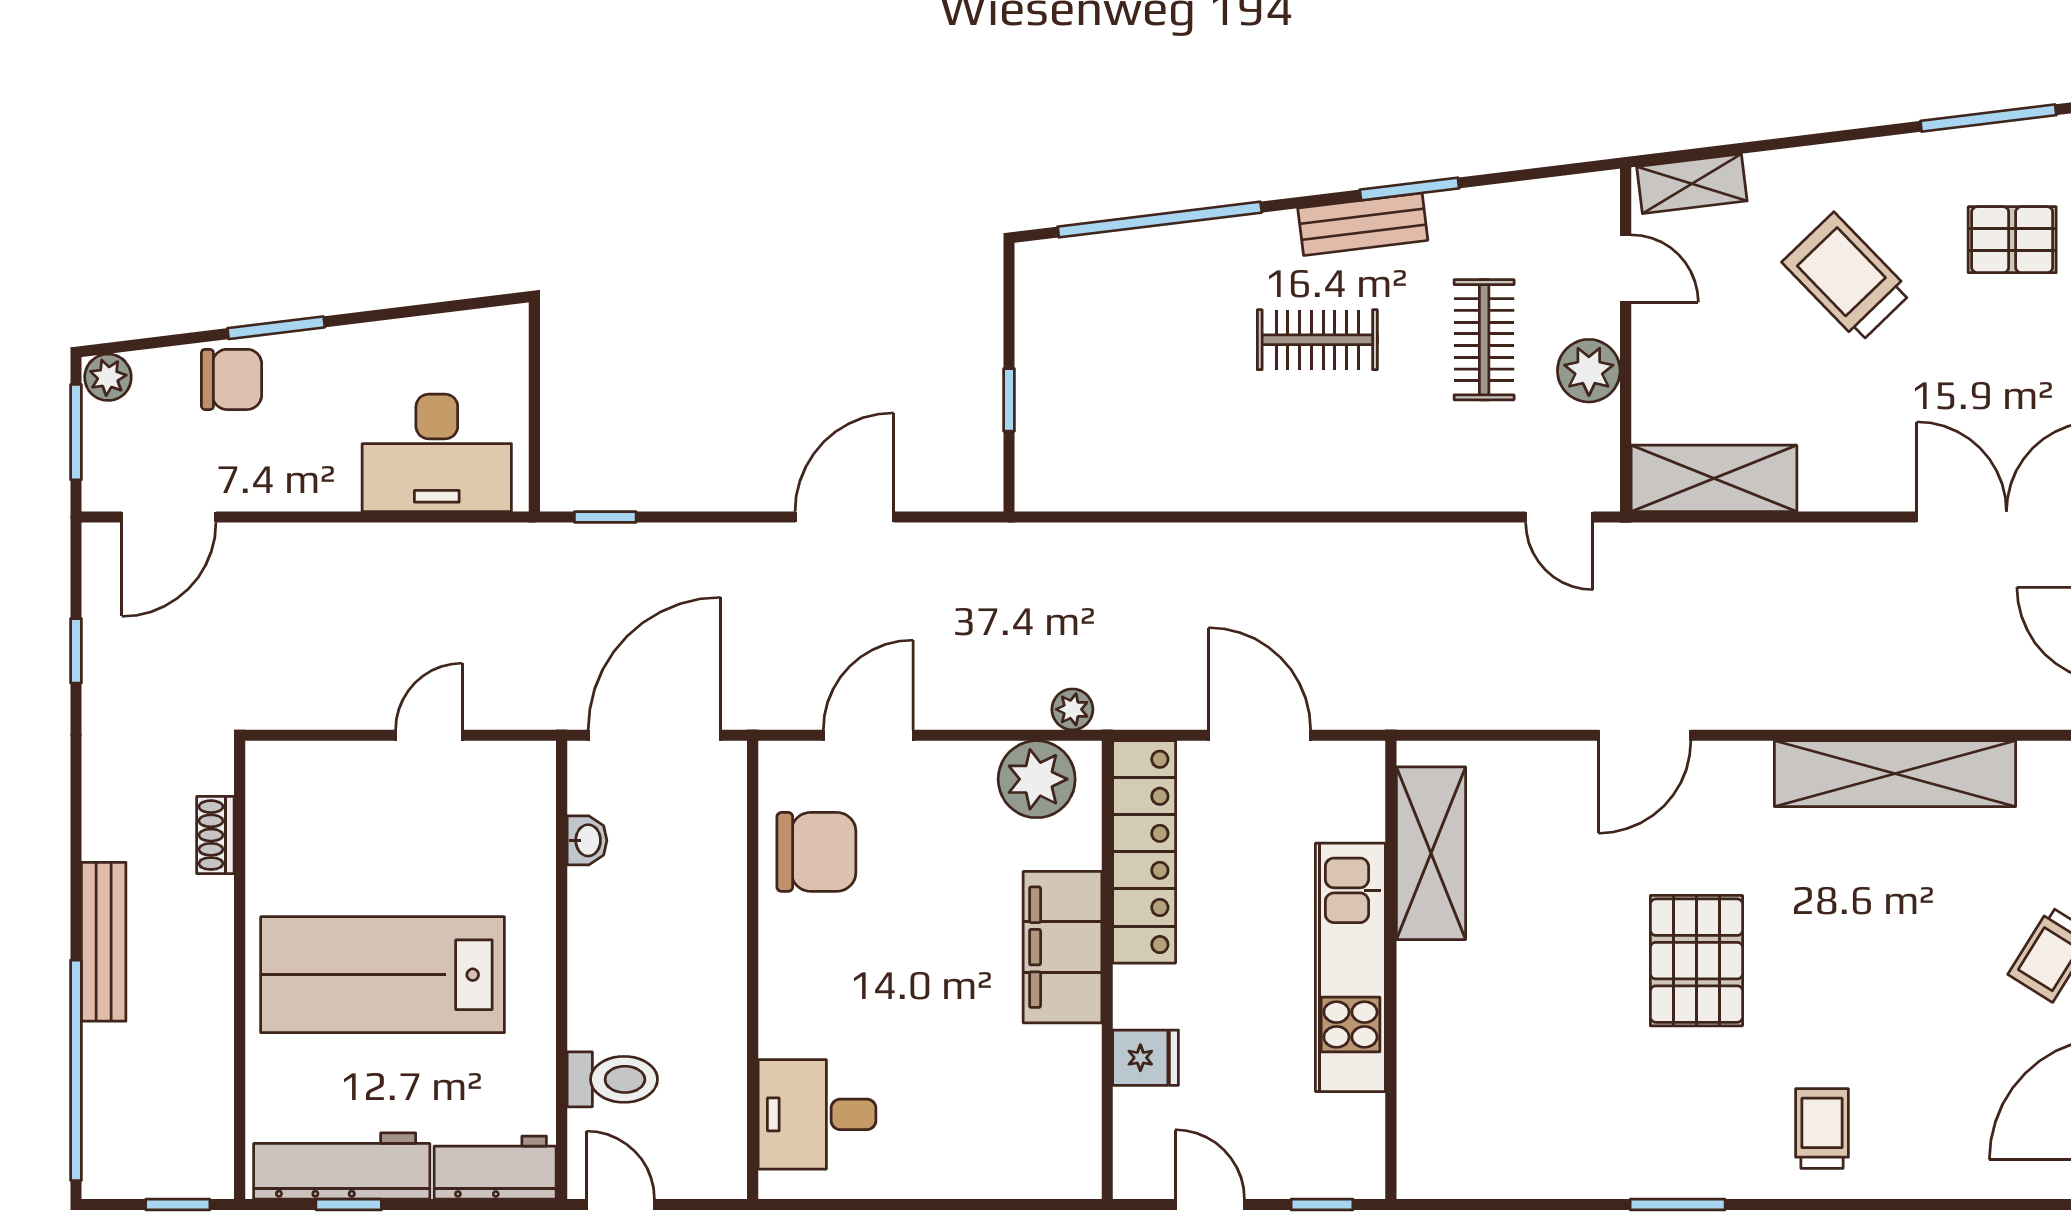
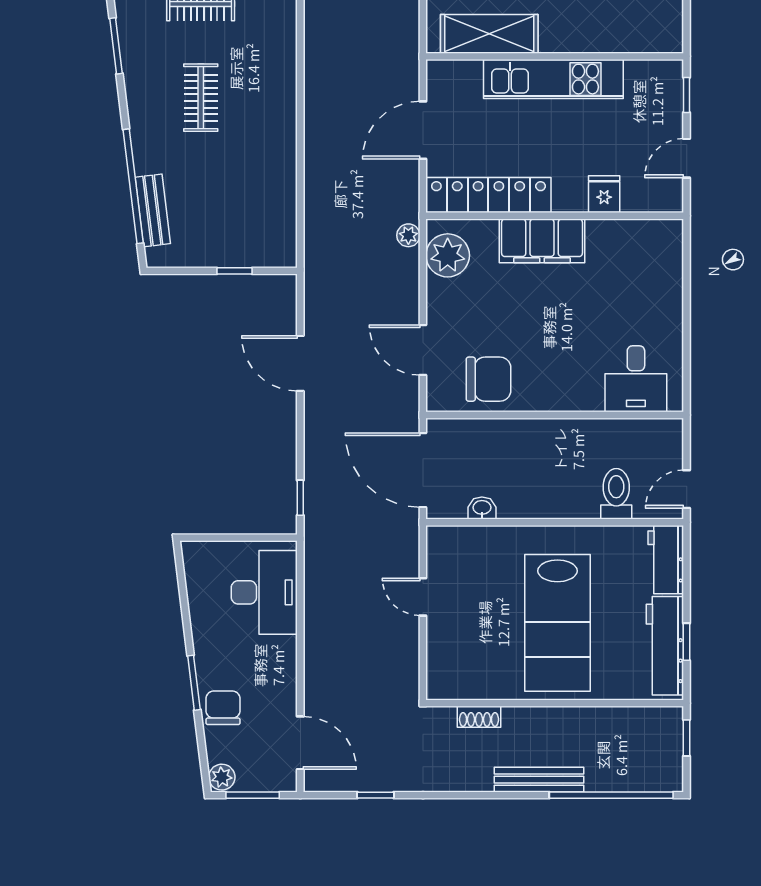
bench: (1363, 224) -> (153, 210), moved
chair: (816, 852) -> (488, 379), turned 90

